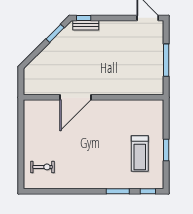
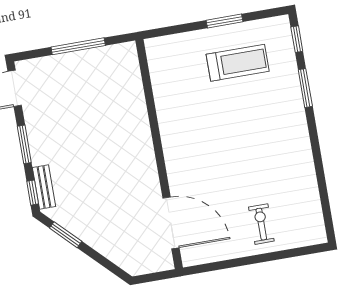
window: (113, 18) -> (24, 144), added
door: (75, 97) -> (171, 223), moved
exercise bike: (43, 167) -> (261, 224), moved

